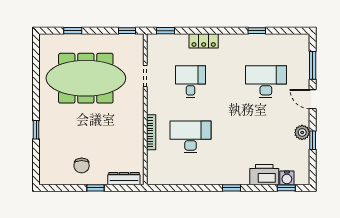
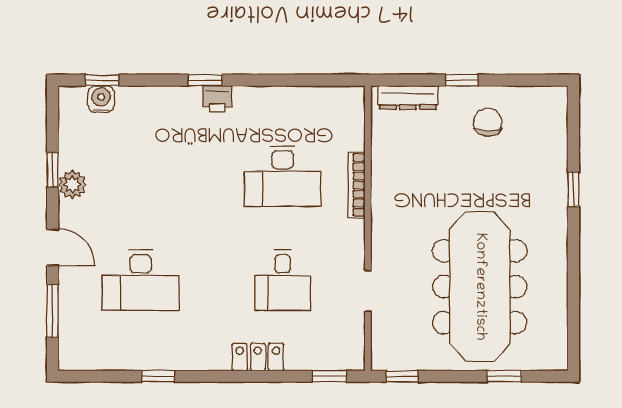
meeting table: (86, 78) -> (480, 287), turned 90
printer: (264, 175) -> (217, 99), moved, width x0.53, depth x0.68

